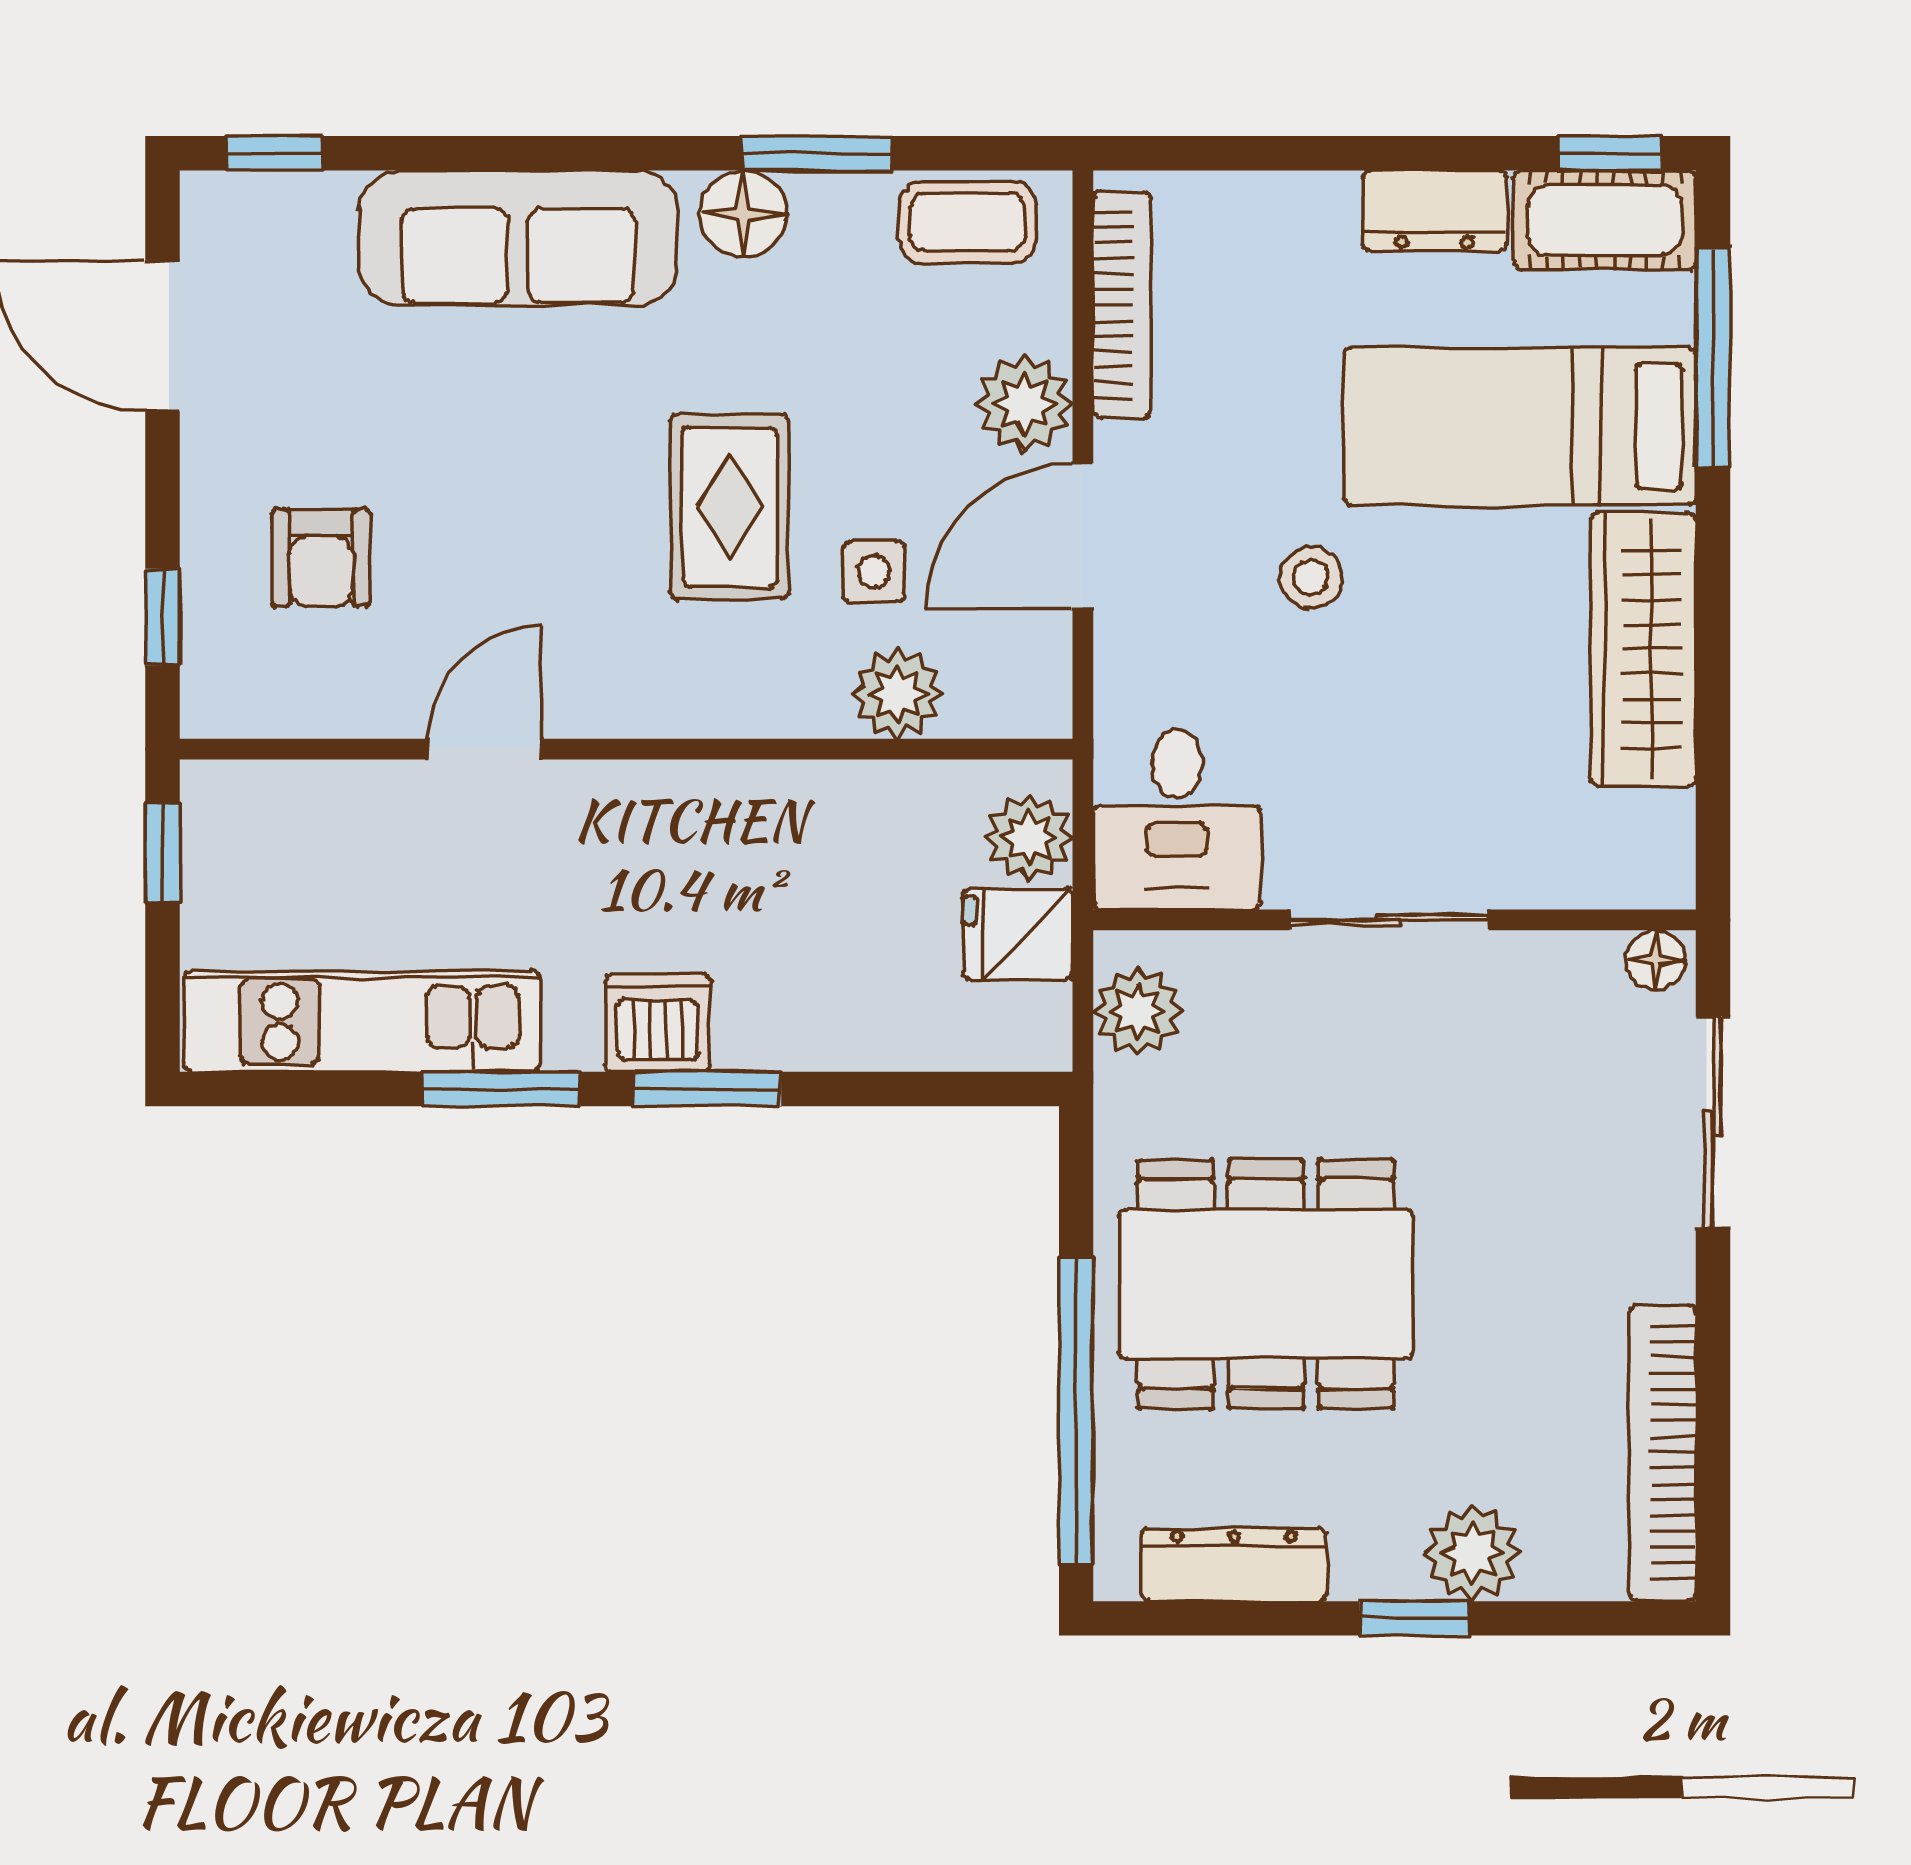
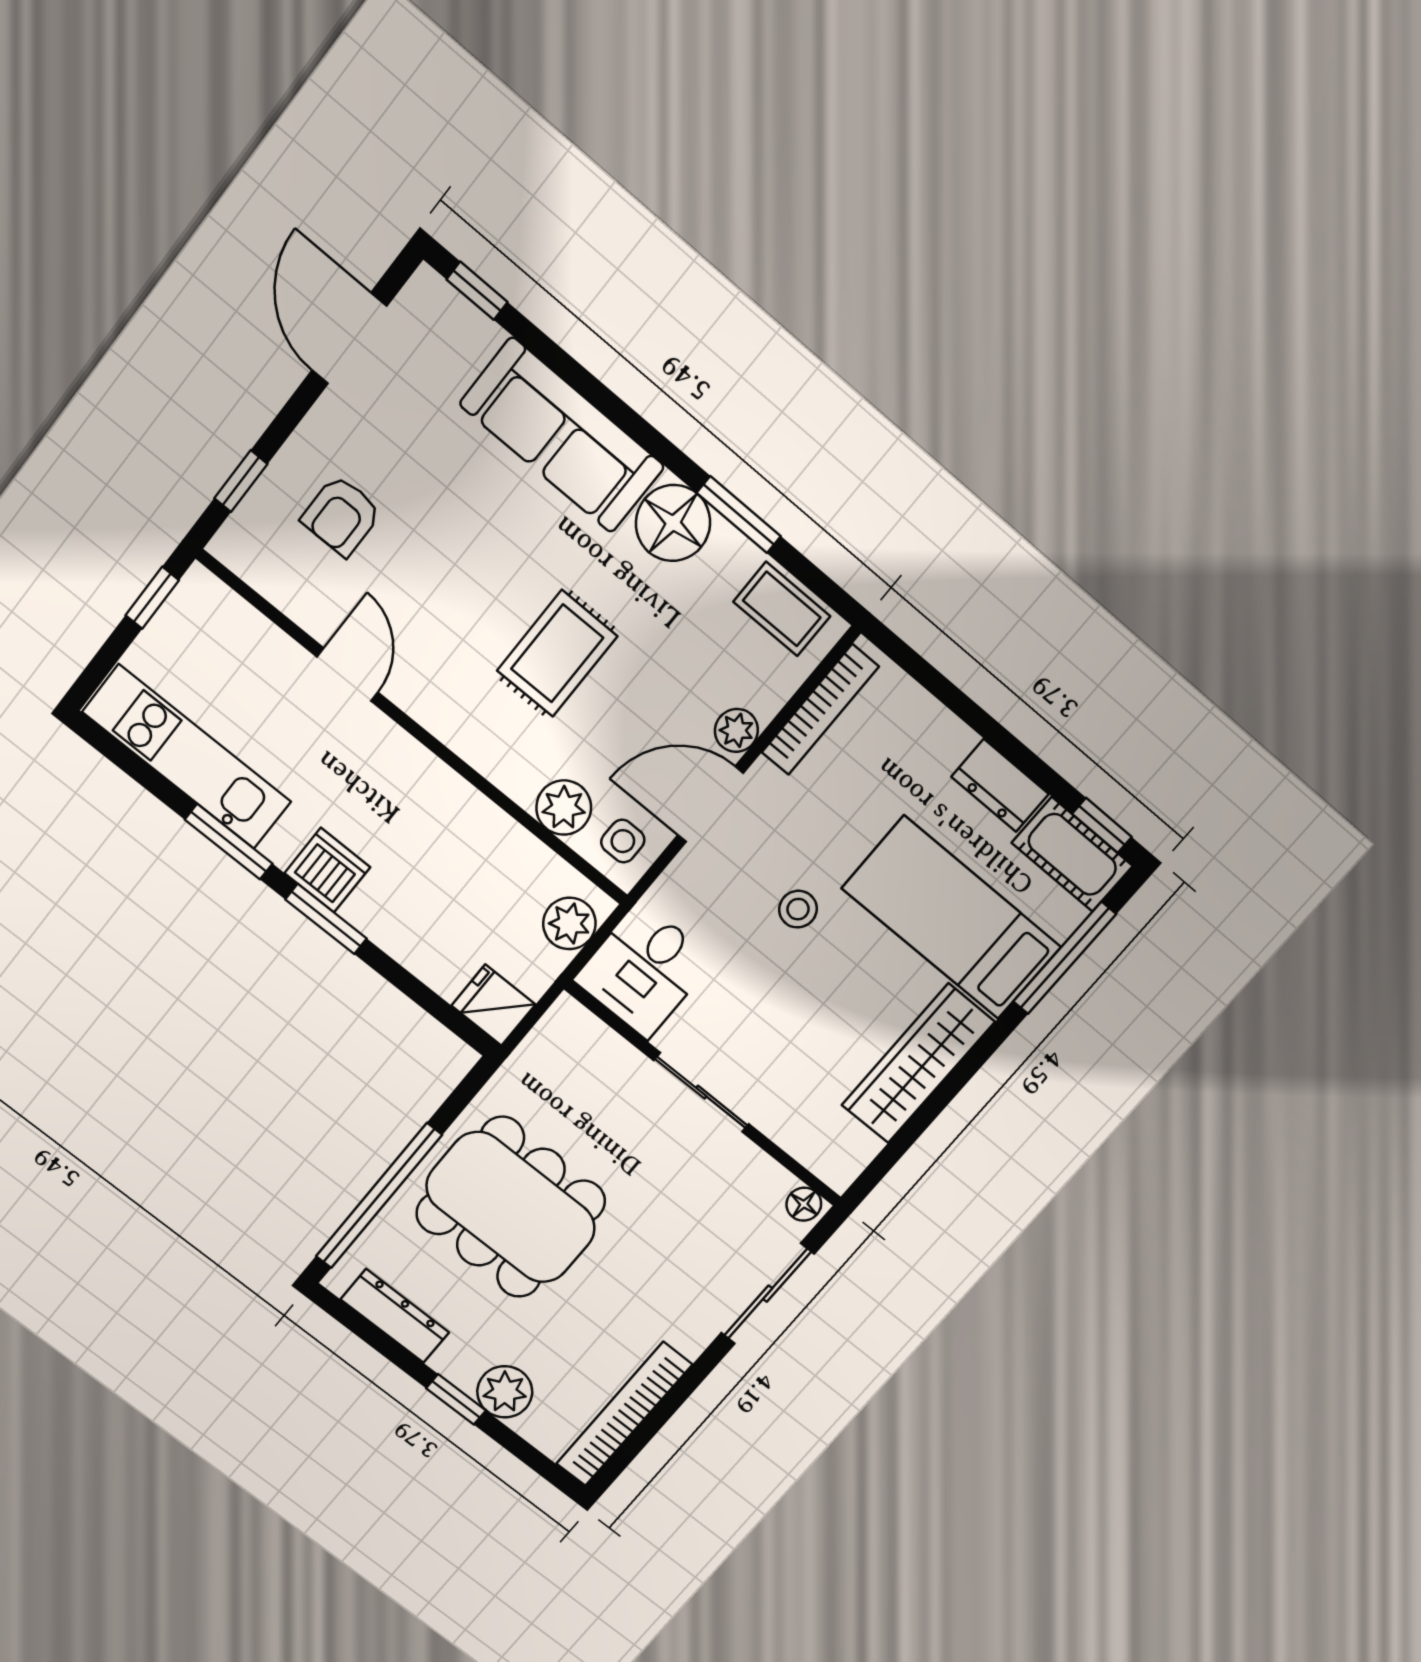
floor lamp: (743, 214) -> (673, 523), width x1.38, depth x1.38
plant: (1024, 404) -> (736, 730), width x0.73, depth x0.73
side table: (874, 572) -> (623, 841), moved
door: (485, 749) -> (347, 675), hinge flipped
fridge: (1018, 934) -> (493, 1005), moved
plant: (1137, 1011) -> (554, 1042), removed

